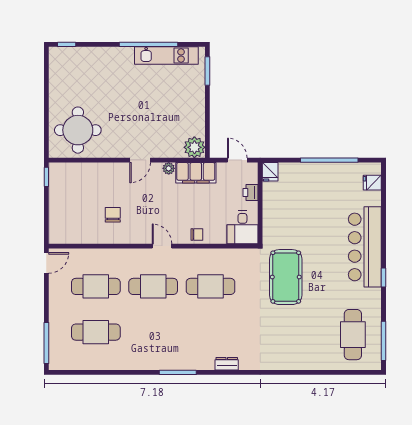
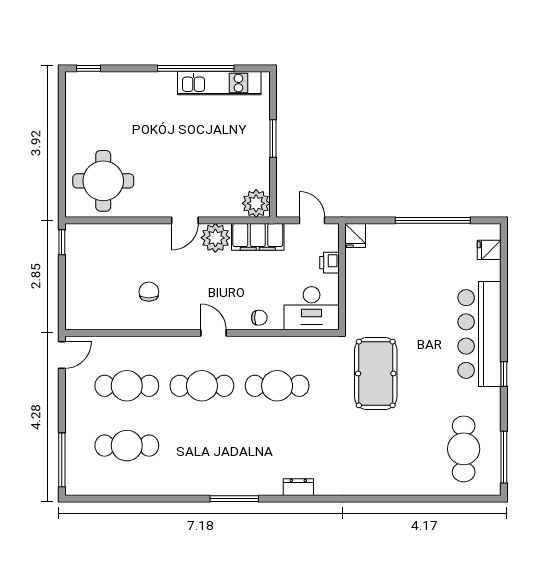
window: (207, 71) -> (273, 139), moved
plant: (169, 168) -> (215, 238), width x1.87, depth x1.87
desk: (242, 227) -> (312, 308), width x1.37

